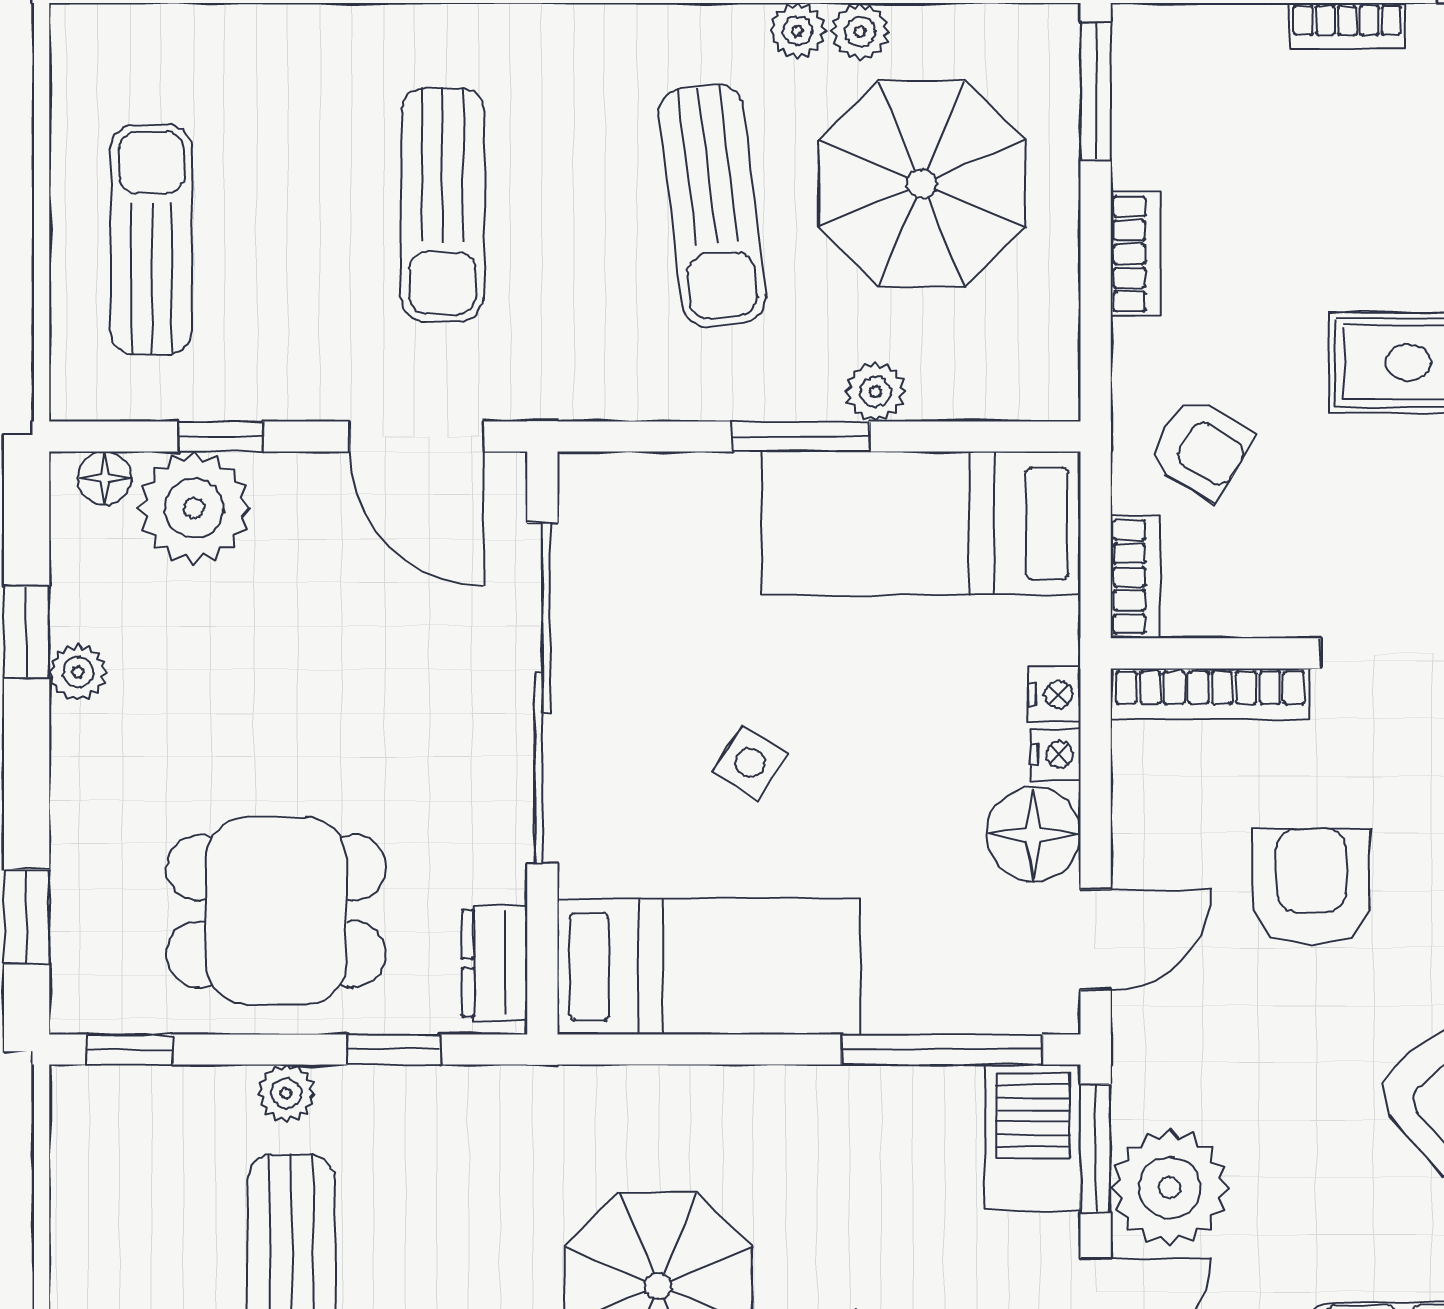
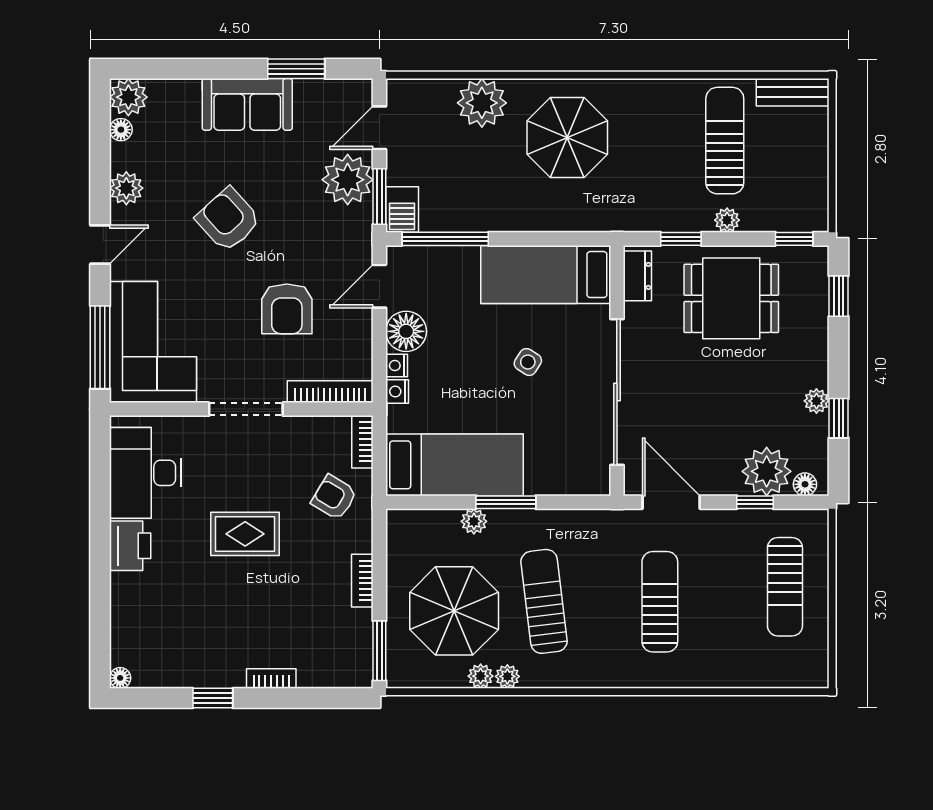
barbecue: (1033, 1138) -> (402, 210), width x0.73, depth x0.79

